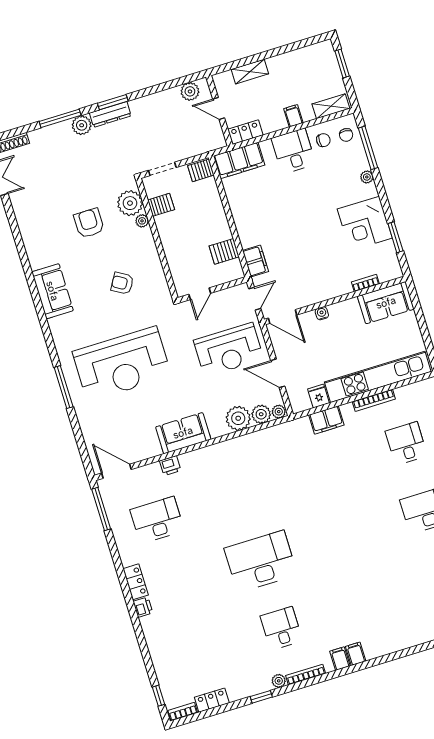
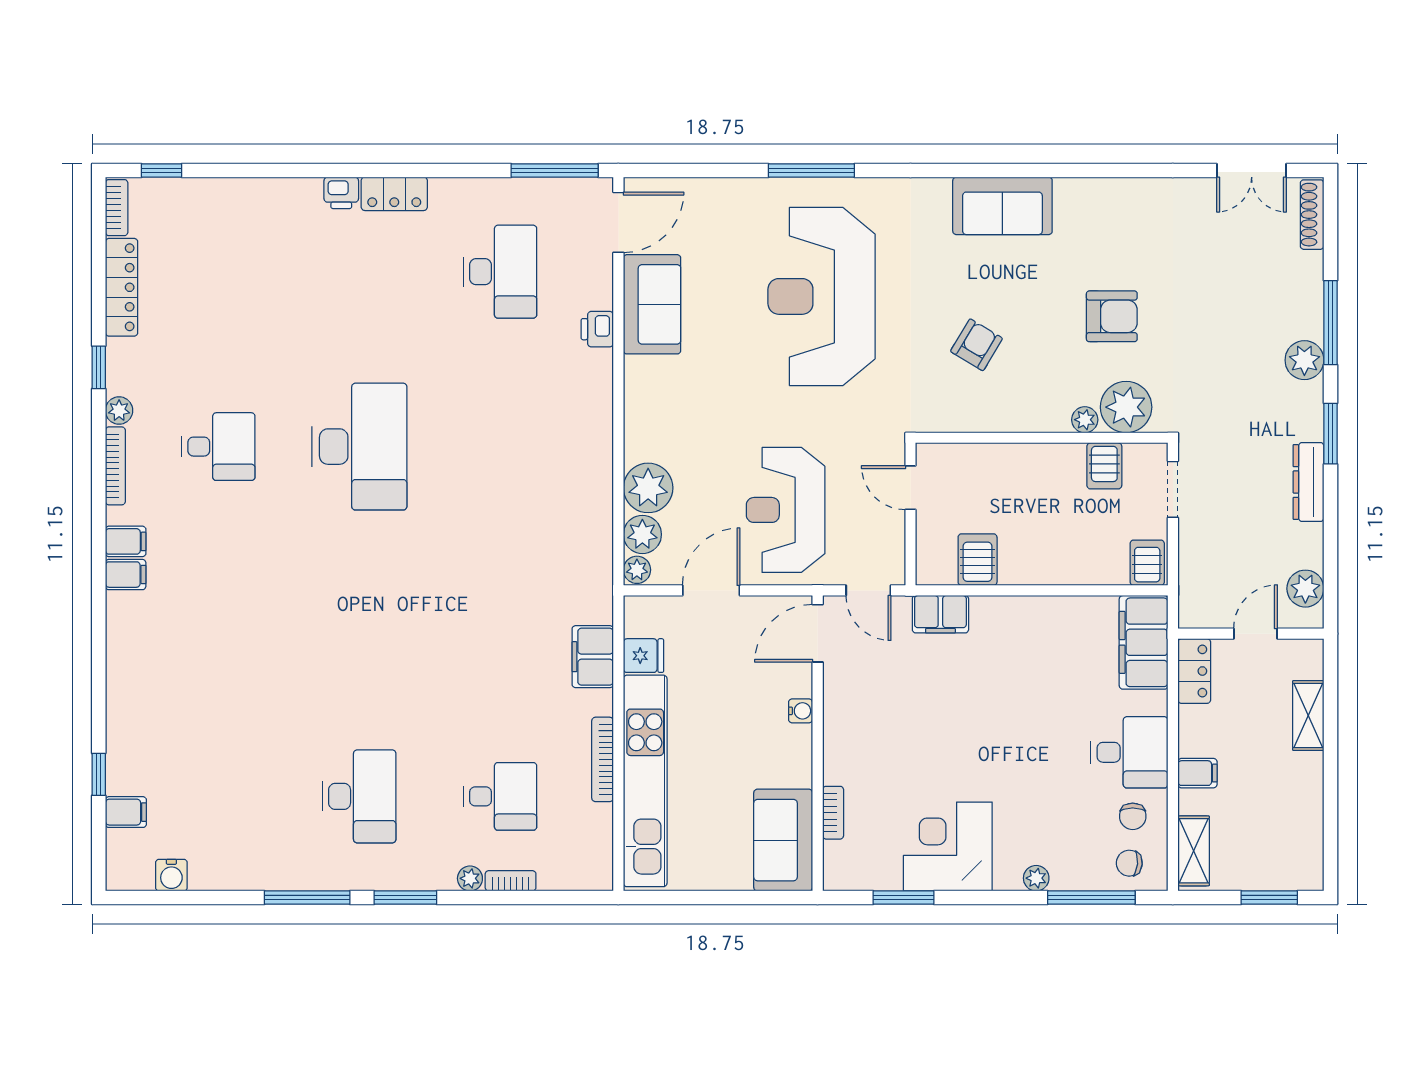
dresser: (110, 114) -> (1308, 482), moved
sofa: (183, 433) -> (652, 304), moved
locker: (212, 700) -> (122, 287), width x1.53

